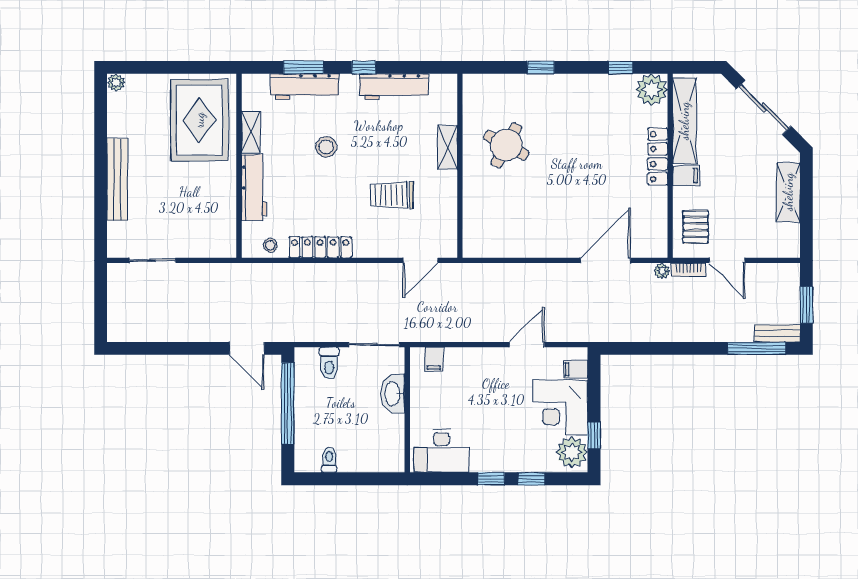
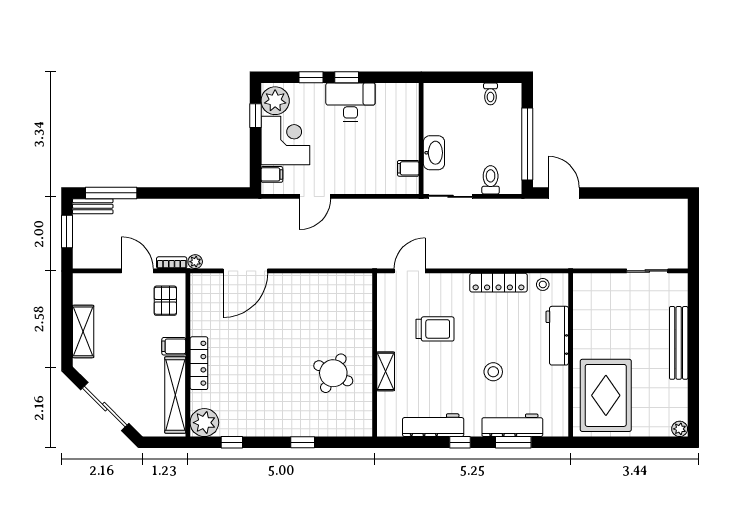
shelving: (251, 132) -> (560, 385), removed
filing cabinet: (434, 359) -> (408, 168), moved, turned -90
desk: (442, 451) -> (350, 102), moved

